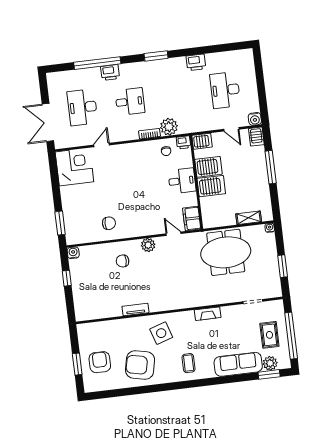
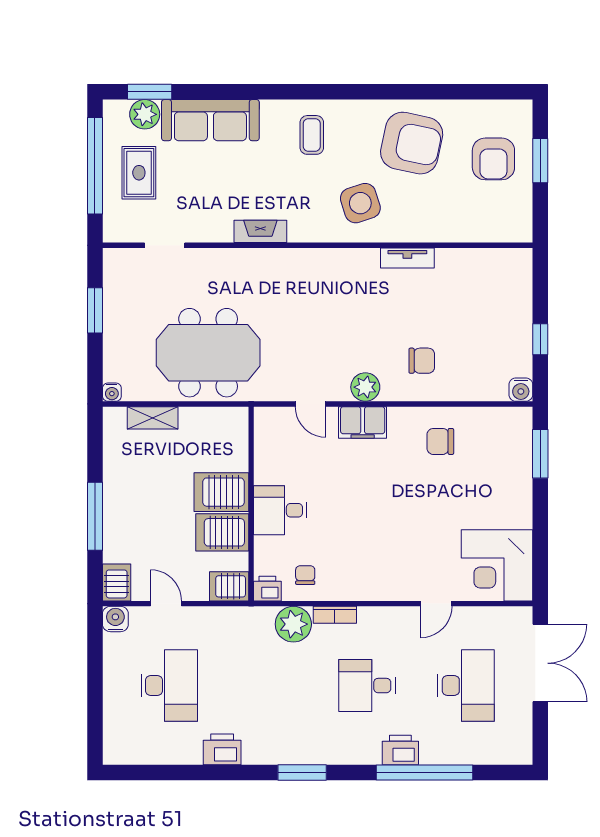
filing cabinet: (192, 219) -> (363, 422), moved, turned 90

